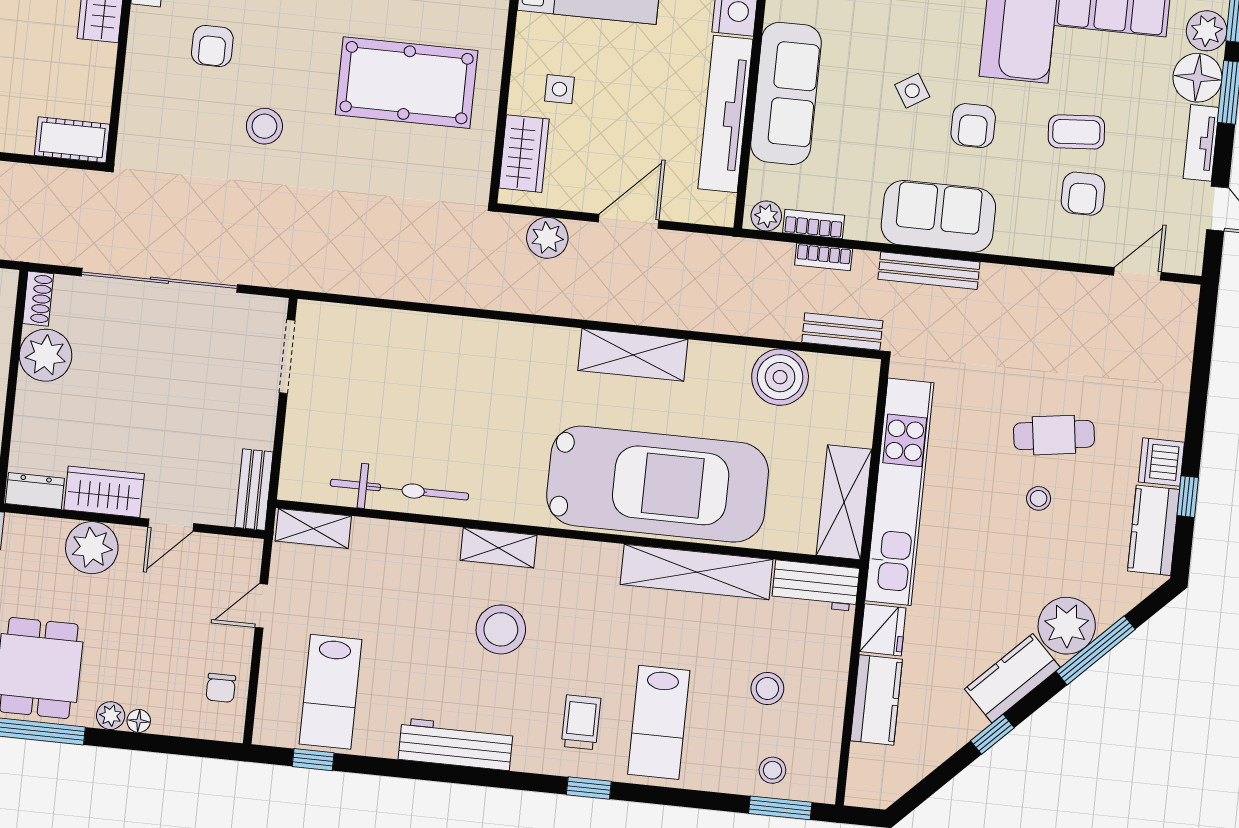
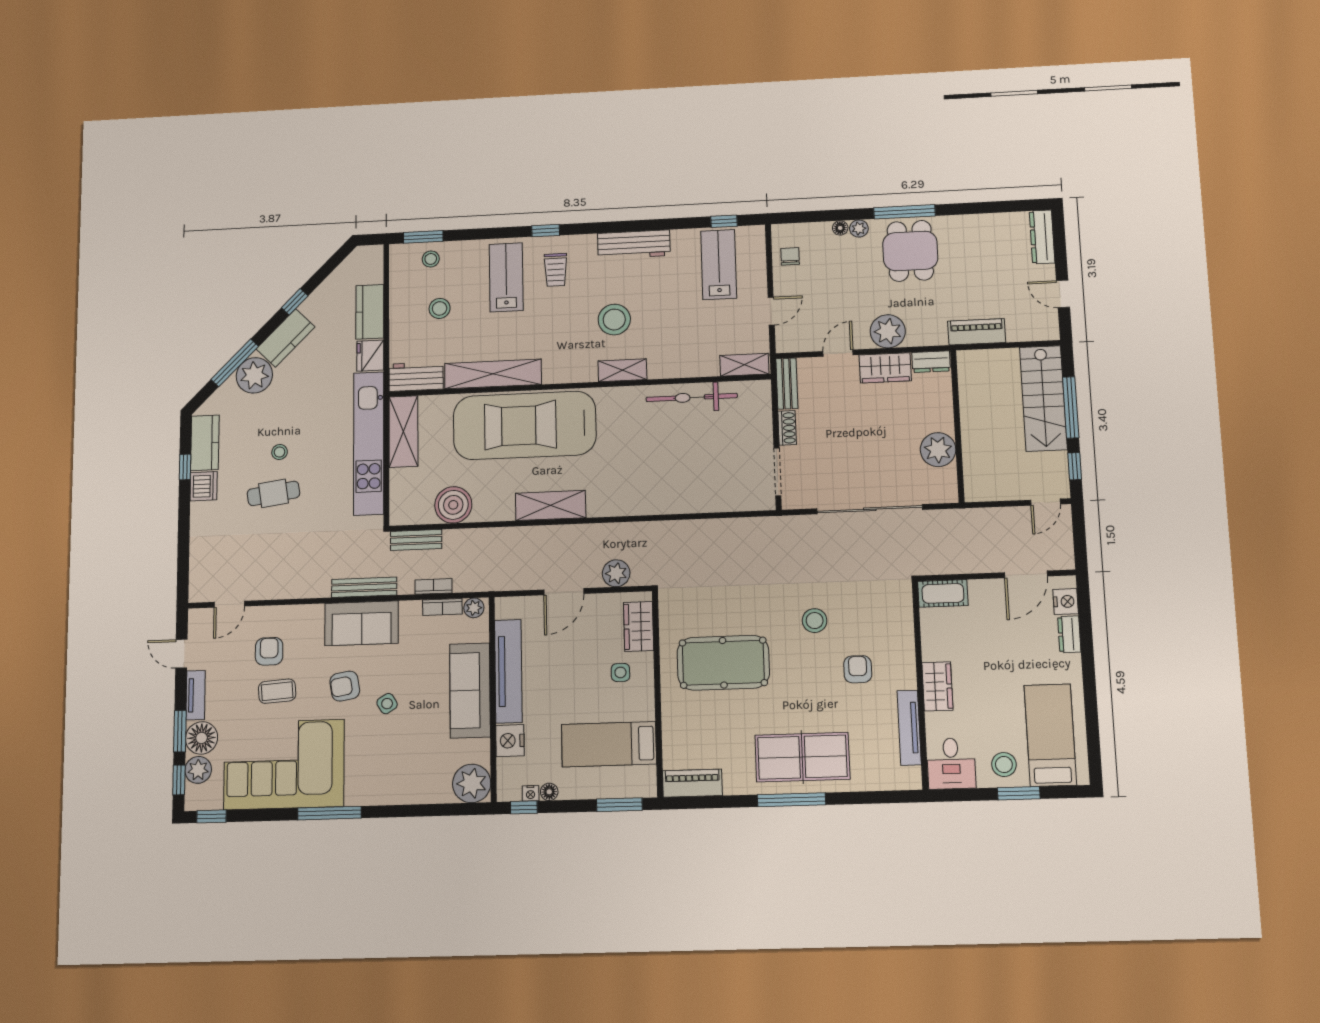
armchair: (973, 126) -> (345, 686), turned -99
shoe rack: (38, 299) -> (787, 428), moved, turned 180

